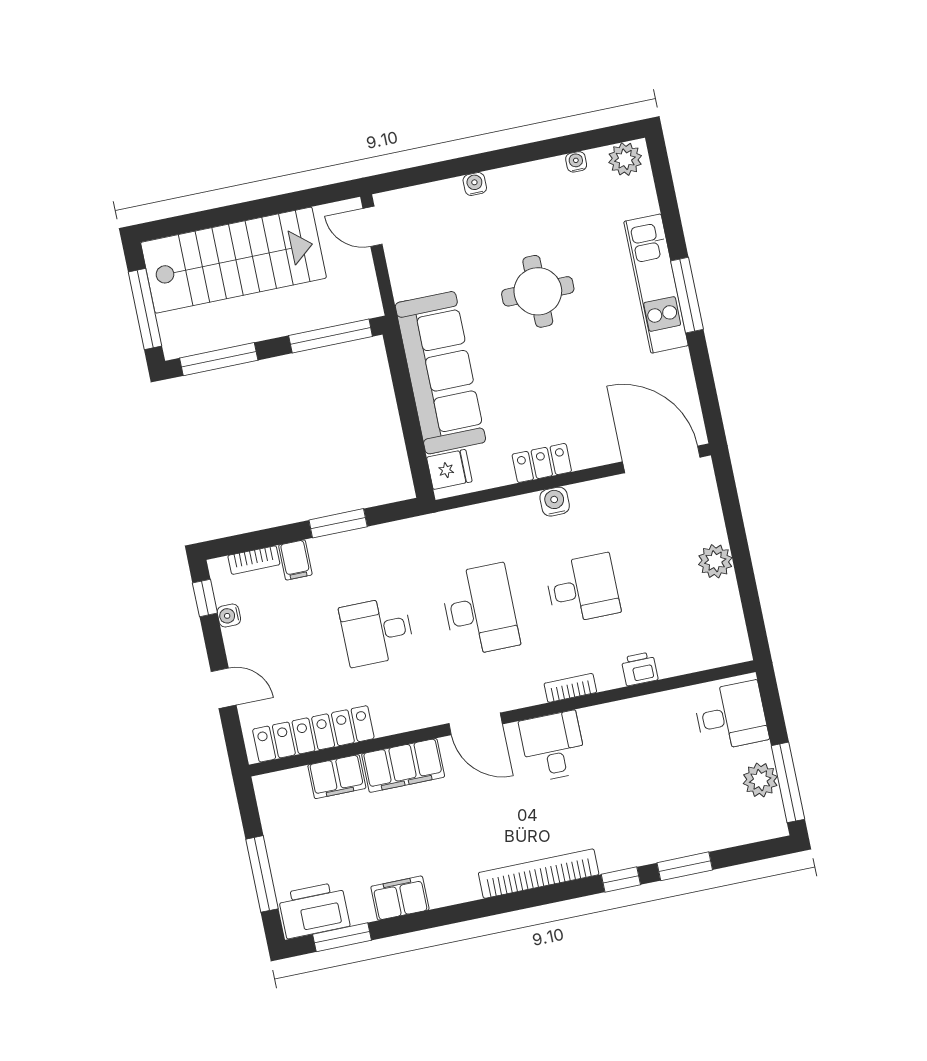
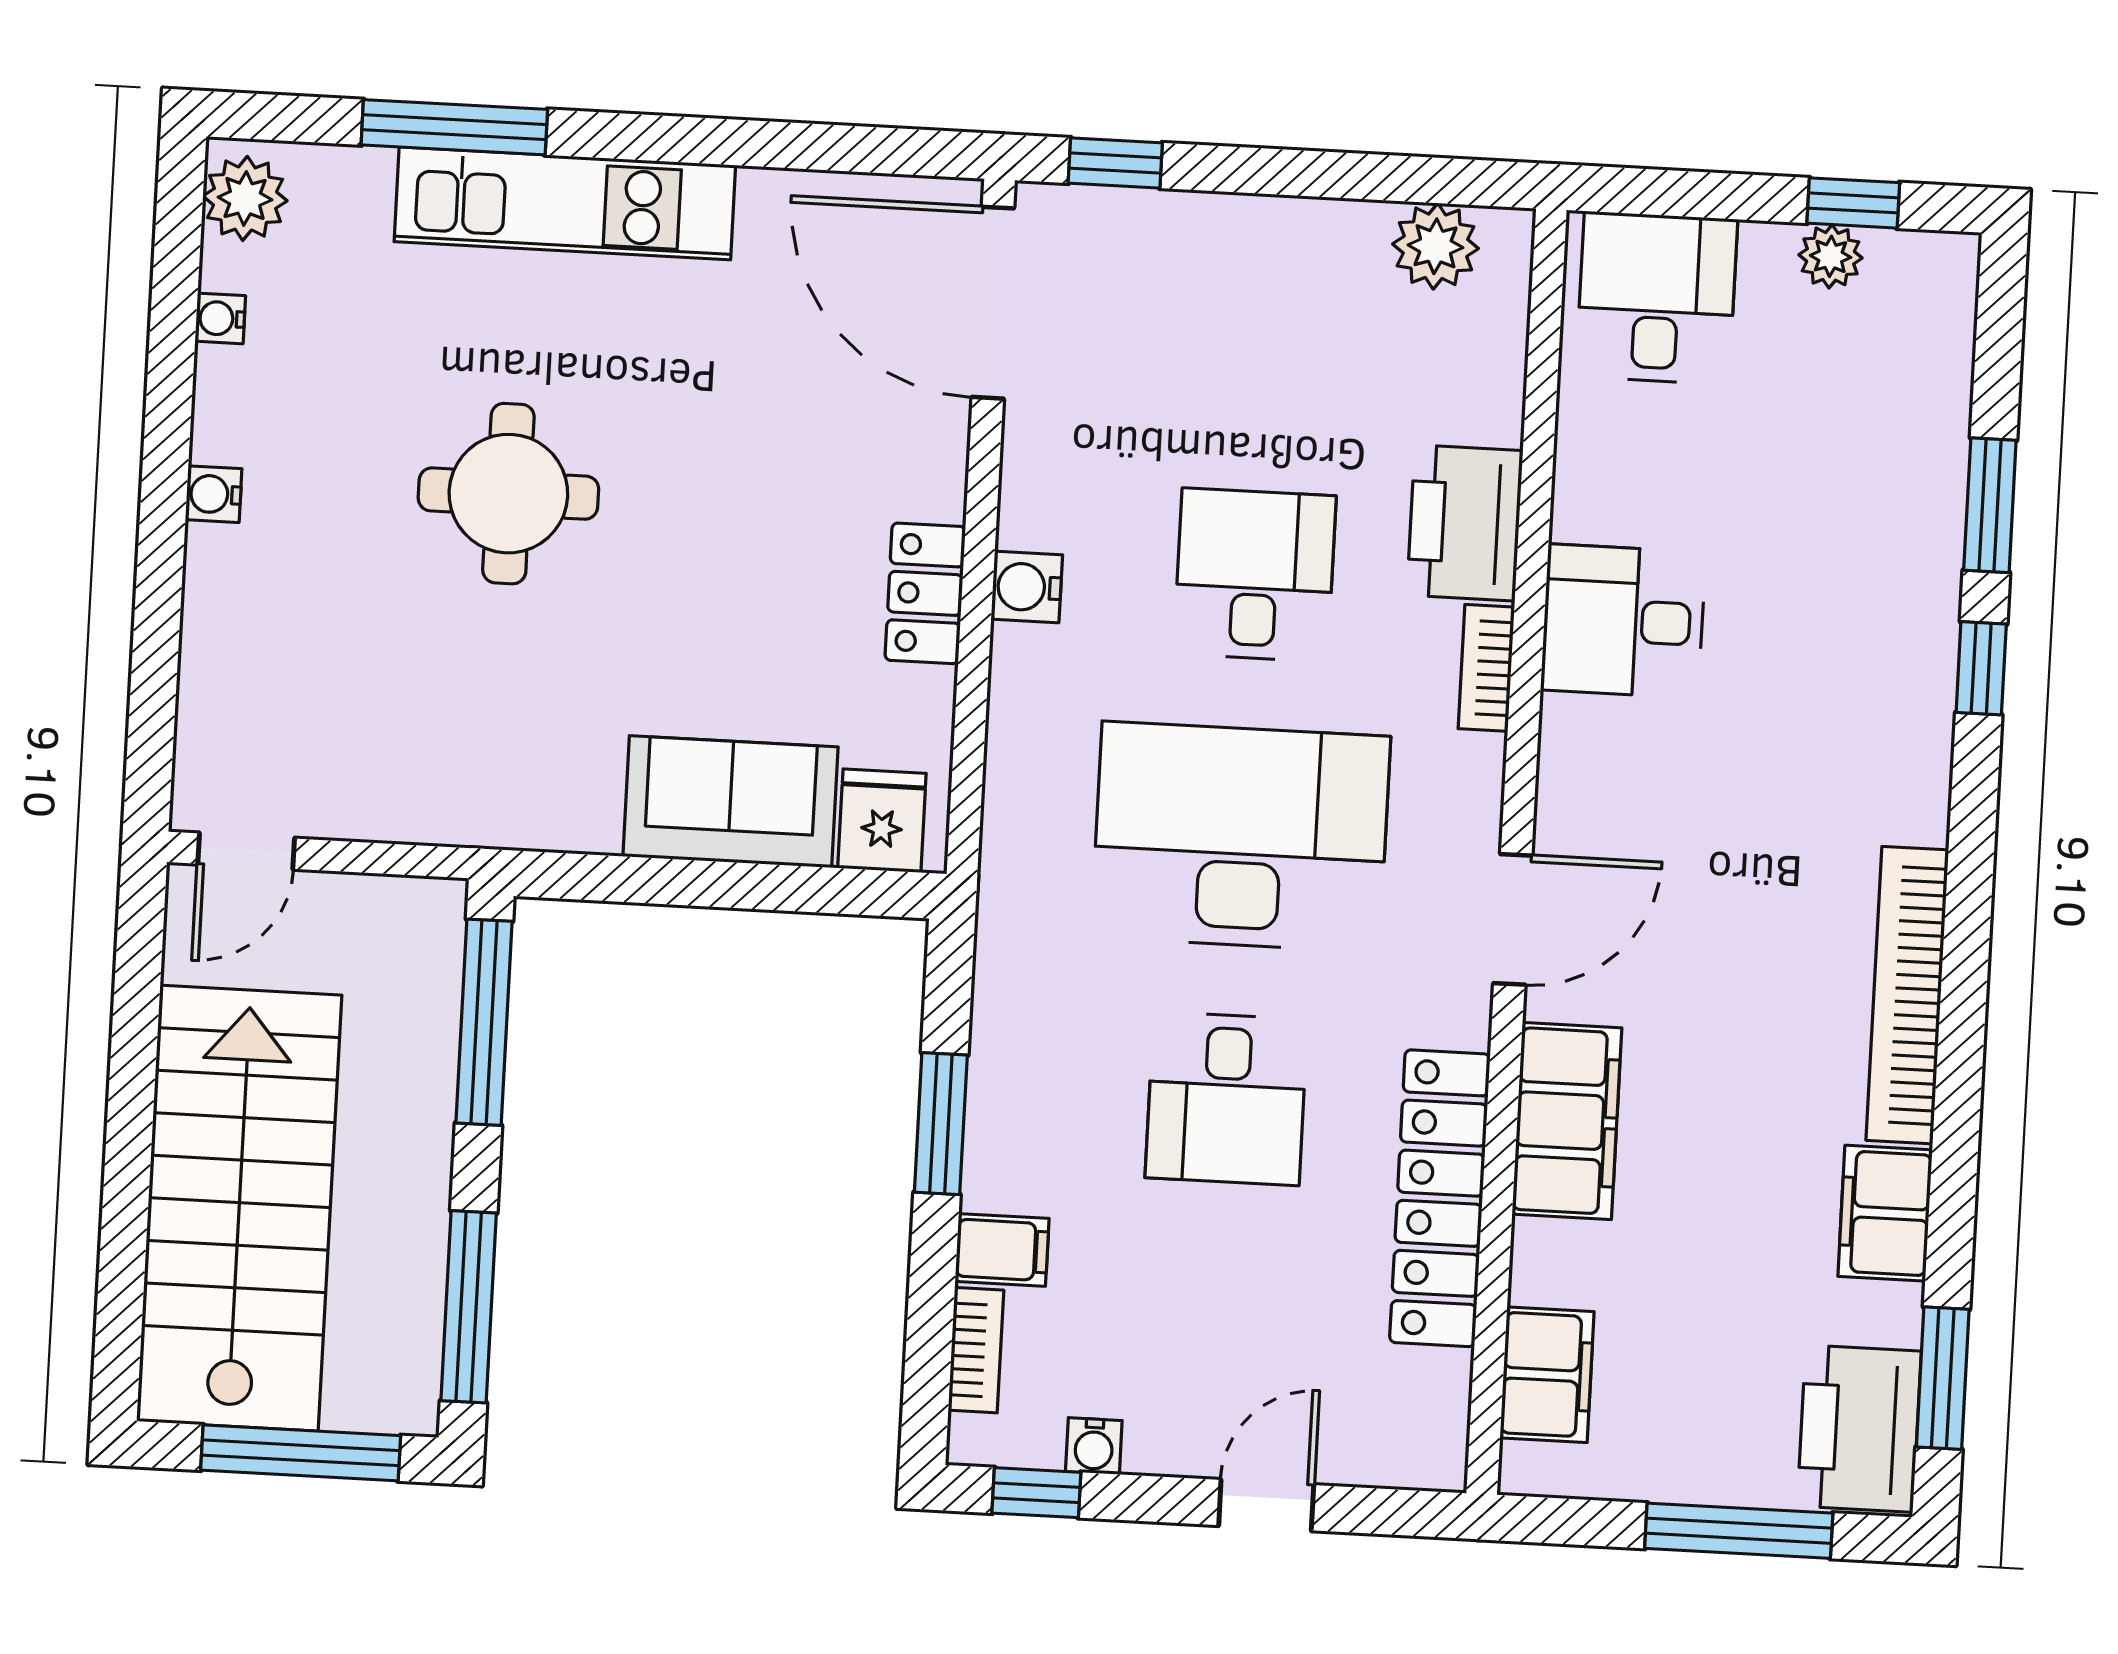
water cooler: (475, 184) -> (214, 494), moved
window: (687, 295) -> (454, 127), moved
sofa: (440, 373) -> (730, 802), width x0.54, depth x0.79
door: (661, 459) -> (993, 303), hinge flipped
window: (728, 493) -> (1115, 163), added
plant: (715, 561) -> (1435, 246), moved
desk: (480, 610) -> (1241, 837), width x1.36, depth x1.30
printer: (640, 669) -> (1465, 523), width x1.87, depth x1.48
locker: (313, 734) -> (1440, 1198), moved
desk: (553, 746) -> (1623, 621), moved
filing cabinet: (337, 777) -> (1547, 1375), moved
plant: (760, 780) -> (1831, 256), width x0.73, depth x0.73
window: (788, 782) -> (1853, 203), width x0.46
bookcase: (539, 874) -> (1907, 995), moved

